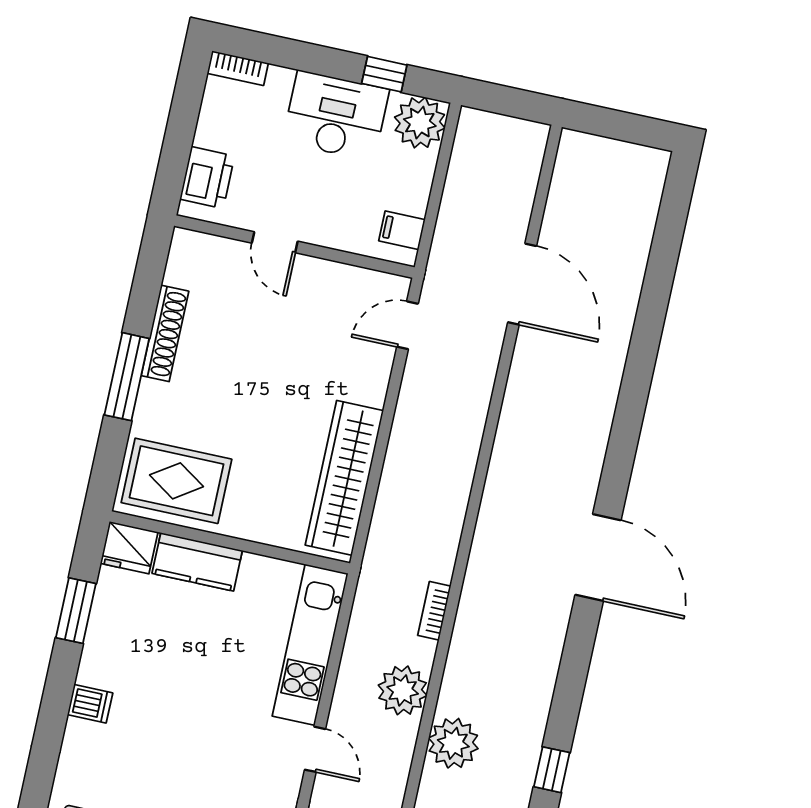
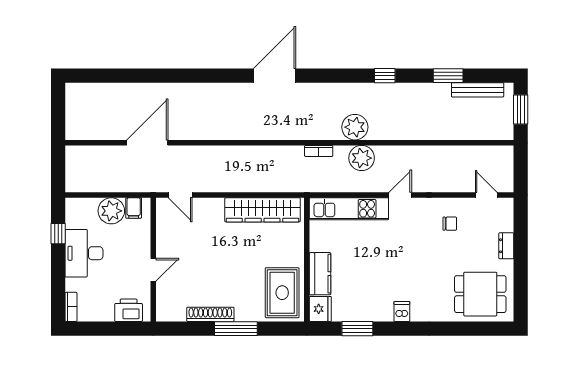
plant: (420, 123) -> (111, 211), moved
plant: (453, 743) -> (355, 127), moved

